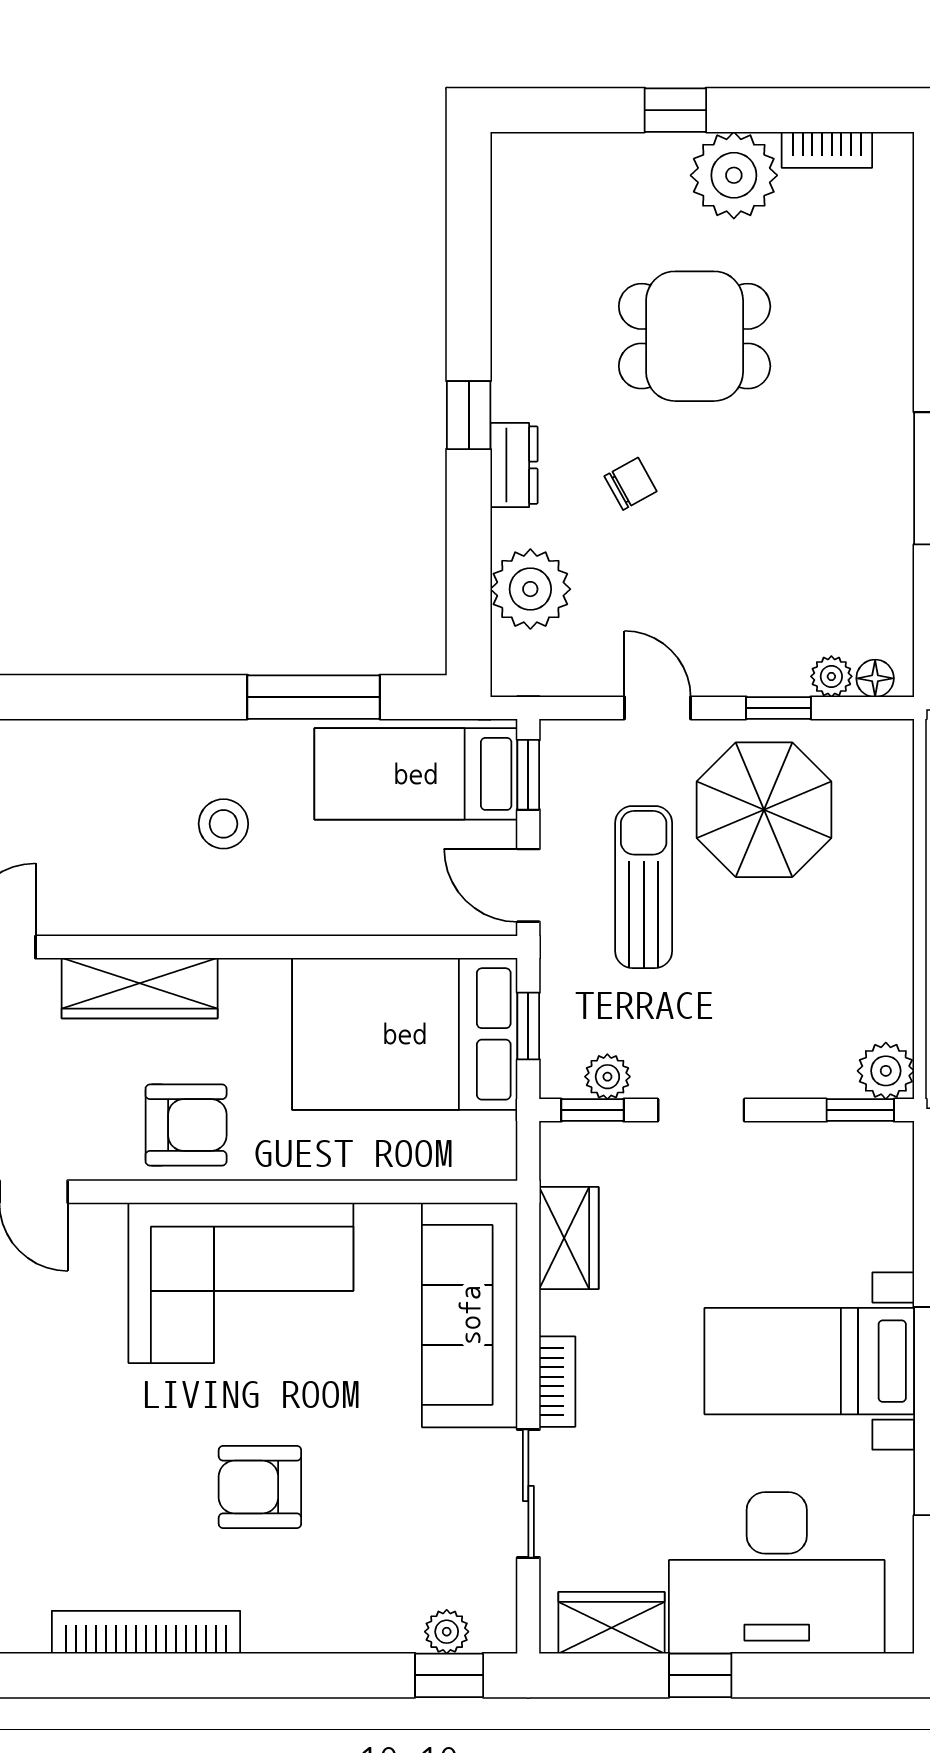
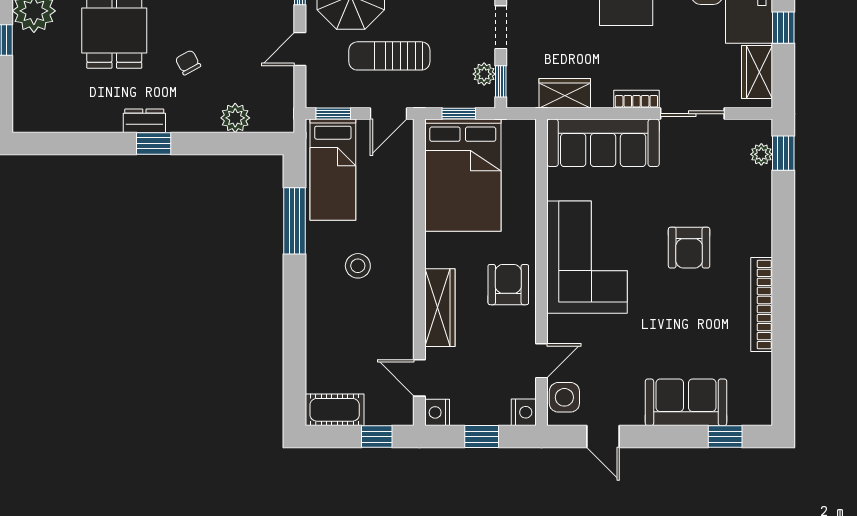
dresser: (514, 465) -> (144, 121), moved
plant: (530, 589) -> (235, 118), width x0.73, depth x0.73

